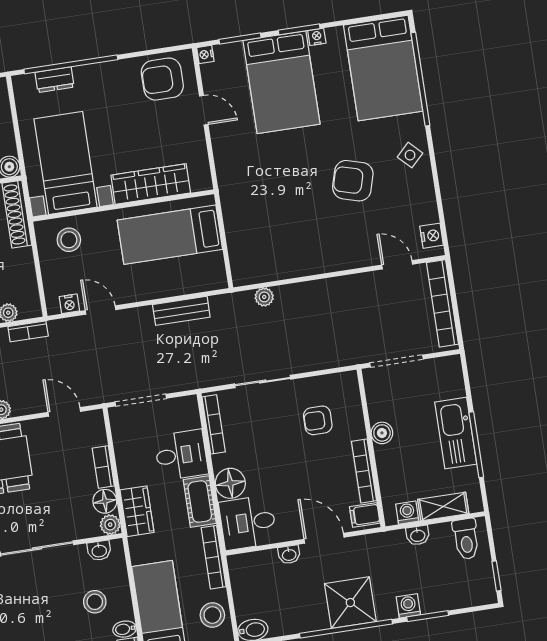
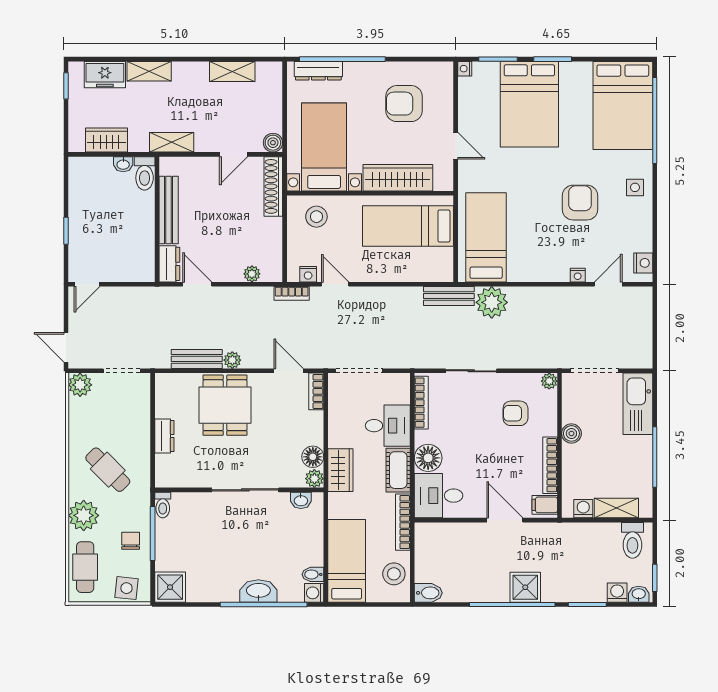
nightstand: (317, 37) -> (578, 275), moved, turned 180
armchair: (162, 79) -> (404, 104), moved
dresser: (55, 80) -> (318, 71), width x1.44
door: (204, 110) -> (456, 146), moved
side table: (410, 155) -> (635, 187), turned 45
armchair: (353, 181) -> (580, 203), turned 74
bed: (257, 234) -> (486, 237), added
door: (397, 265) -> (608, 284), hinge flipped
plant: (264, 297) -> (492, 302), width x1.88, depth x1.88
bookcase: (442, 303) -> (644, 325), removed
bench: (181, 311) -> (449, 296), moved
bookcase: (28, 331) -> (292, 293), moved
plant: (349, 380) -> (549, 381), added
kitchen sink: (456, 433) -> (638, 404), moved
bookcase: (103, 467) -> (316, 391), moved
washbasin: (418, 535) -> (639, 594), moved, turned 180
washbasin: (289, 555) -> (471, 530), removed
stool: (95, 602) -> (290, 546), removed
shower: (350, 603) -> (525, 587), width x0.73, depth x0.73
washing machine: (408, 606) -> (617, 593), moved

